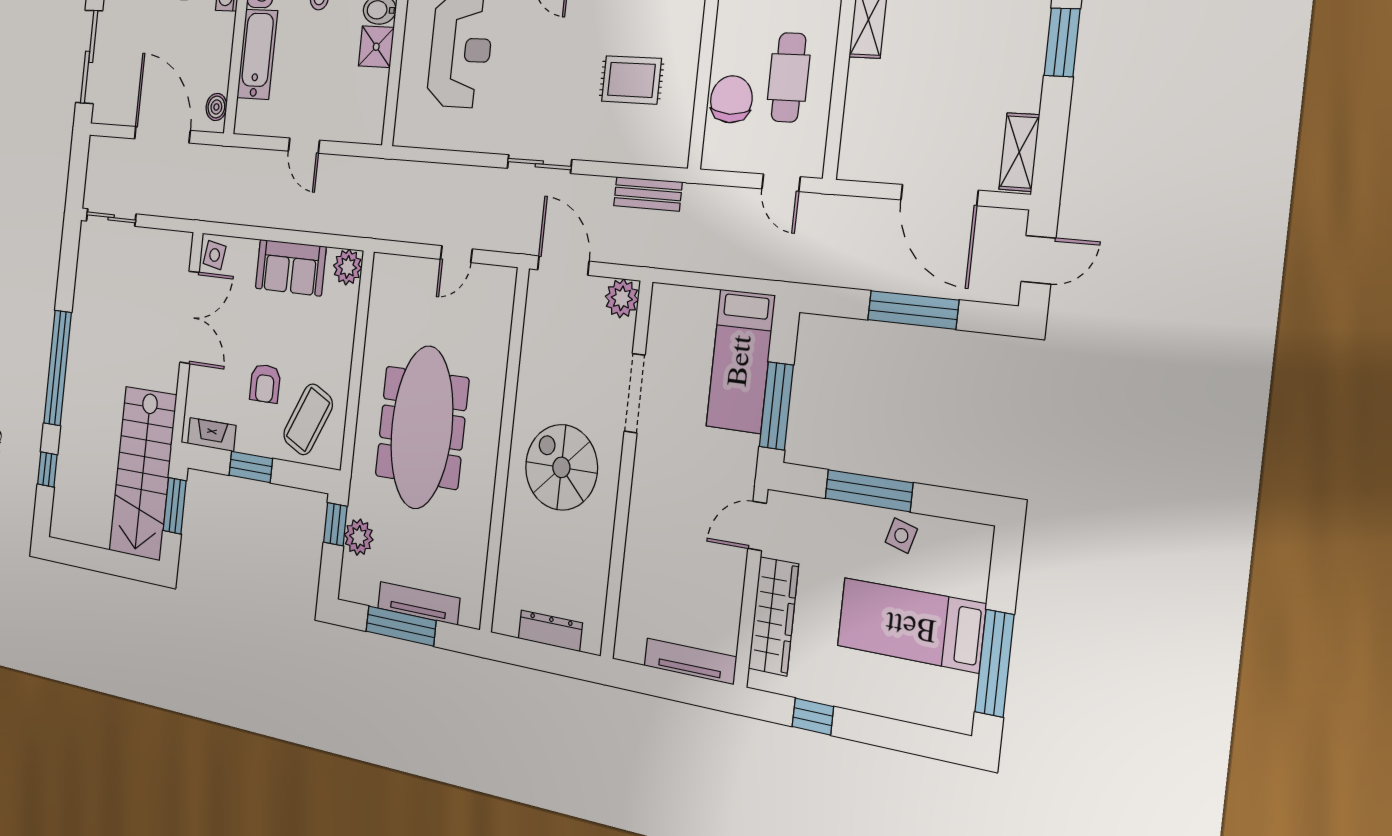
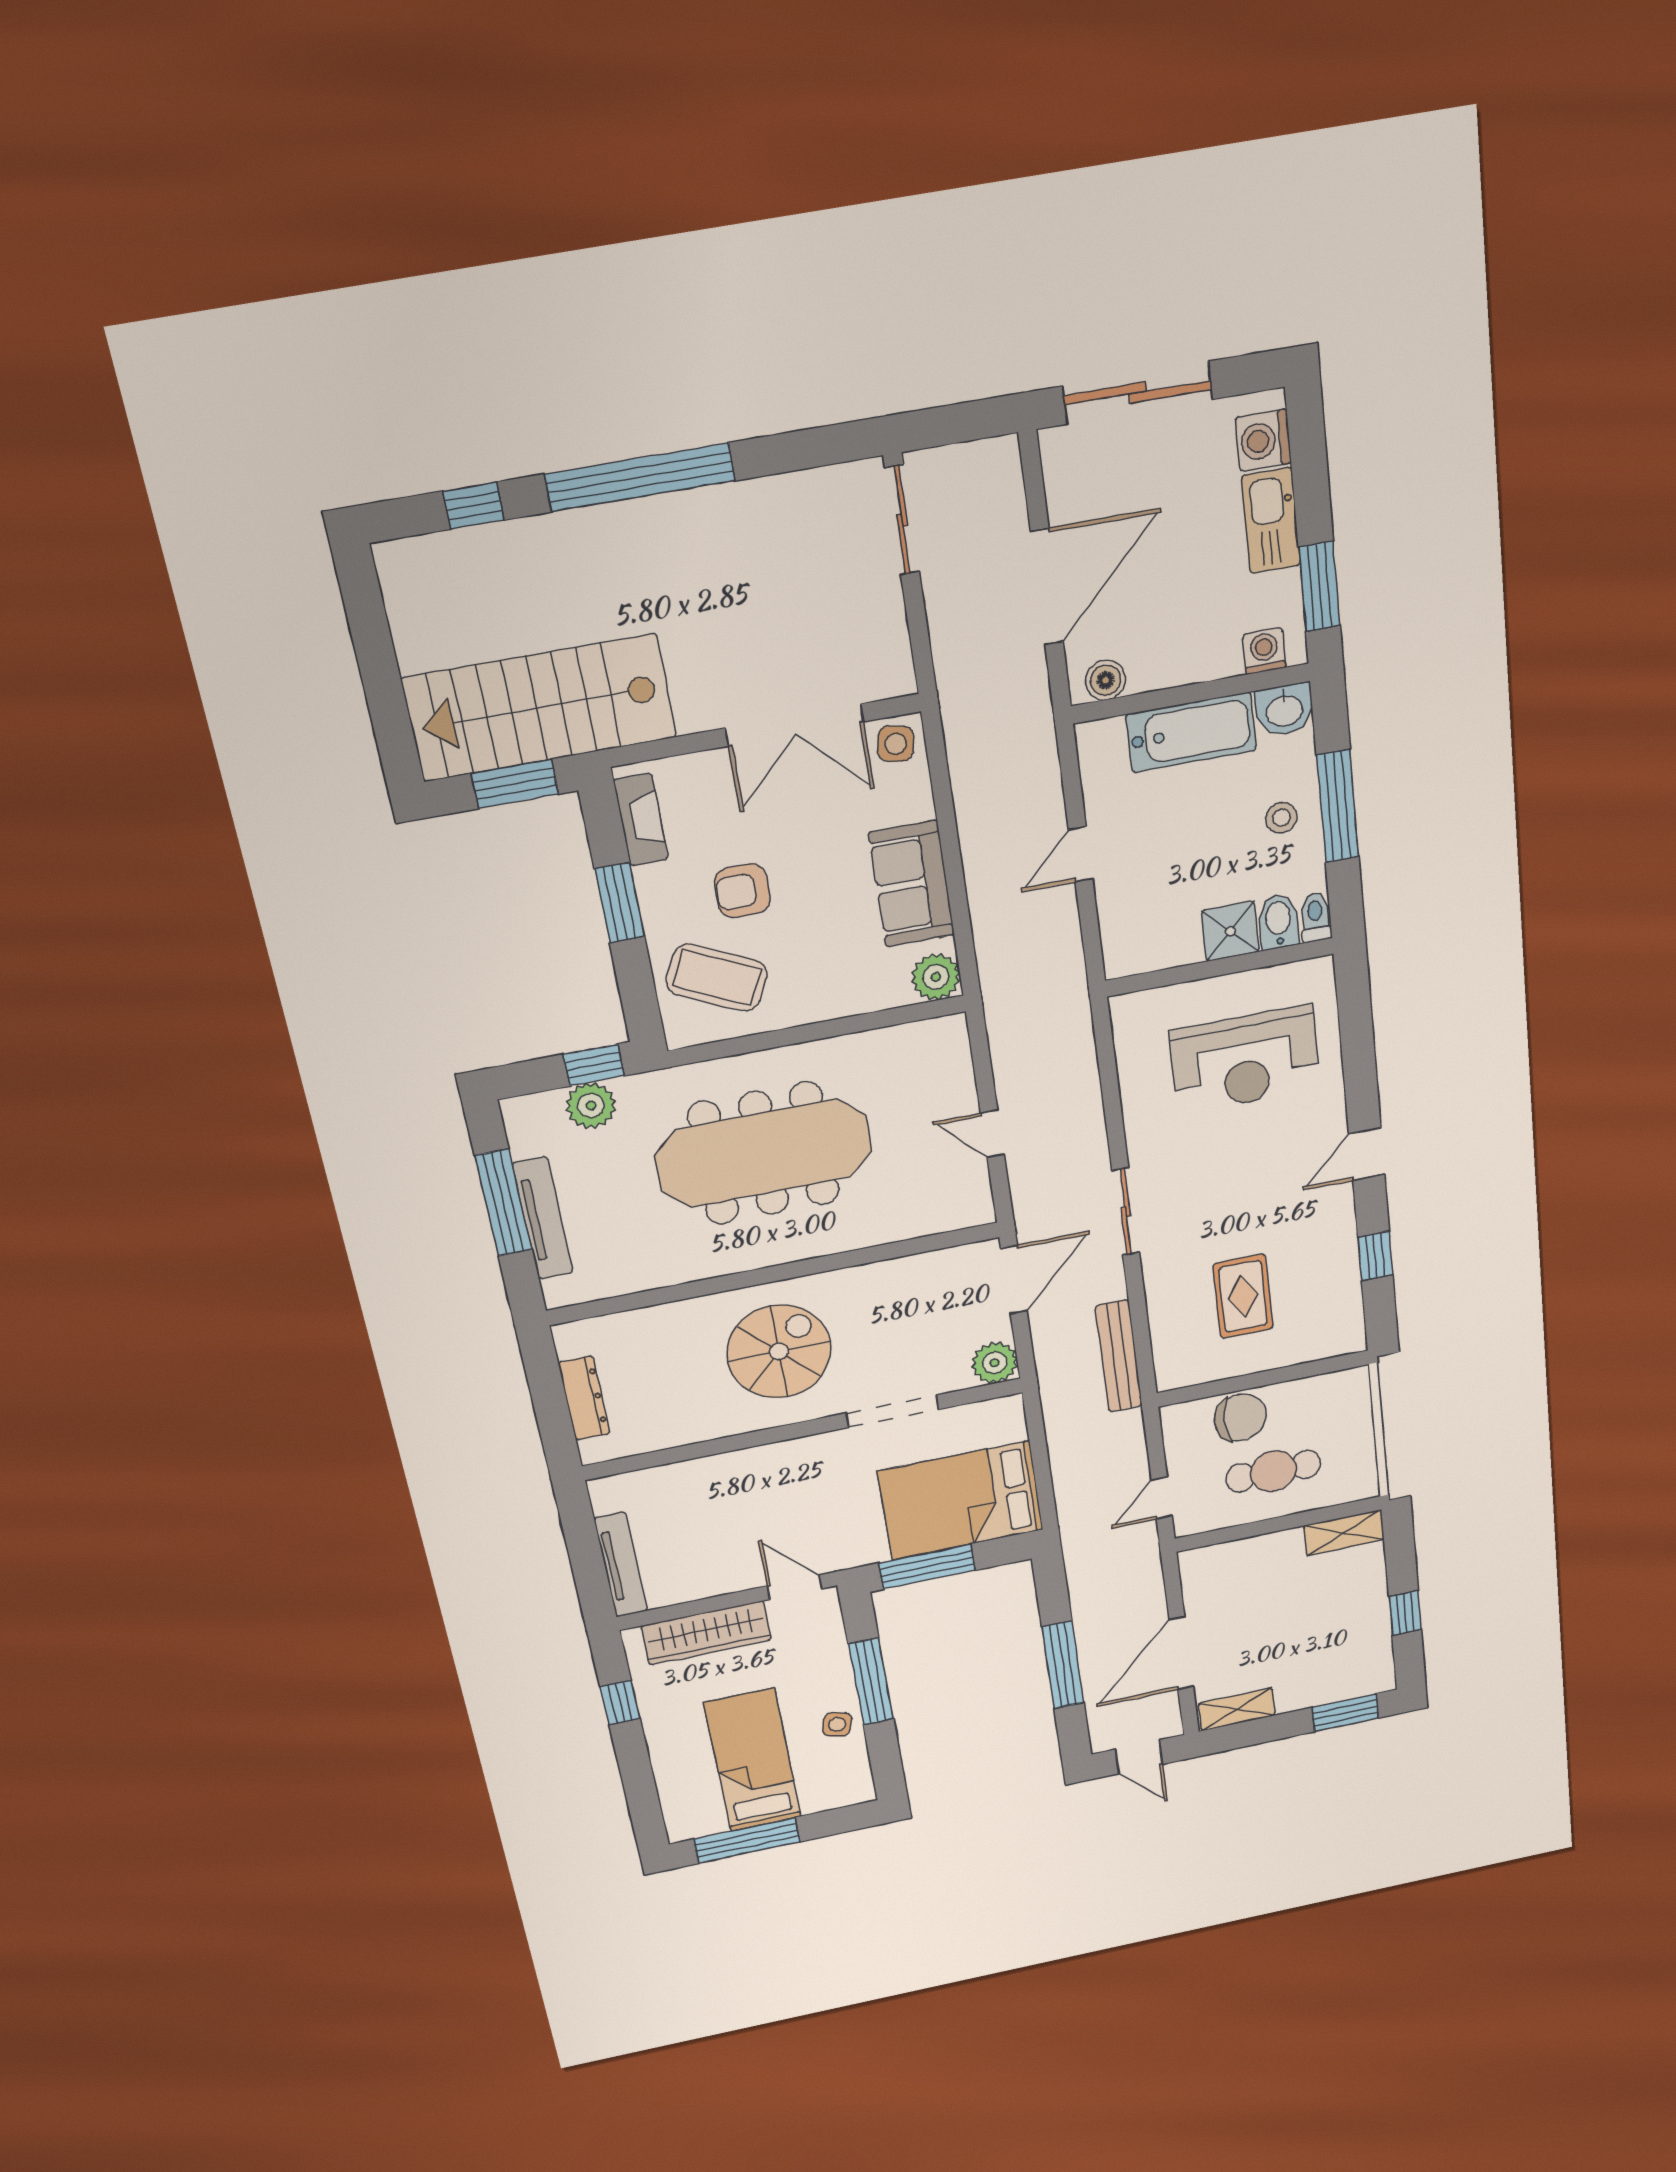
bench: (648, 194) -> (1119, 1356), width x1.36
bed: (741, 361) -> (961, 1501), width x1.50

